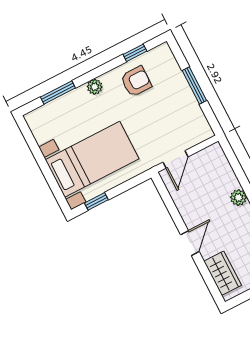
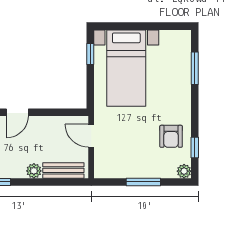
plant: (95, 87) -> (184, 171), moved
bench: (223, 169) -> (63, 170), added
door: (190, 243) -> (17, 112), hinge flipped

